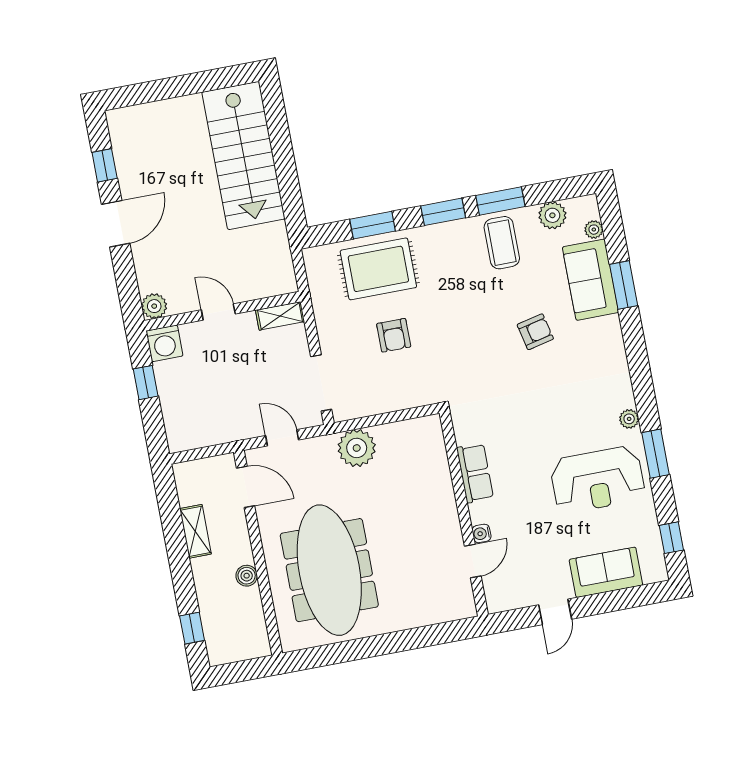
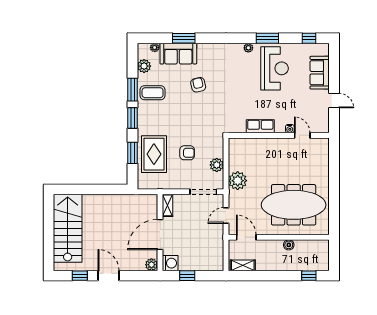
stairs: (243, 155) -> (68, 228), moved, turned -90
door: (218, 312) -> (160, 235), width x1.87
plant: (380, 400) -> (217, 165), added
door: (246, 487) -> (246, 237), hinge flipped
shelving: (195, 531) -> (243, 265), moved

